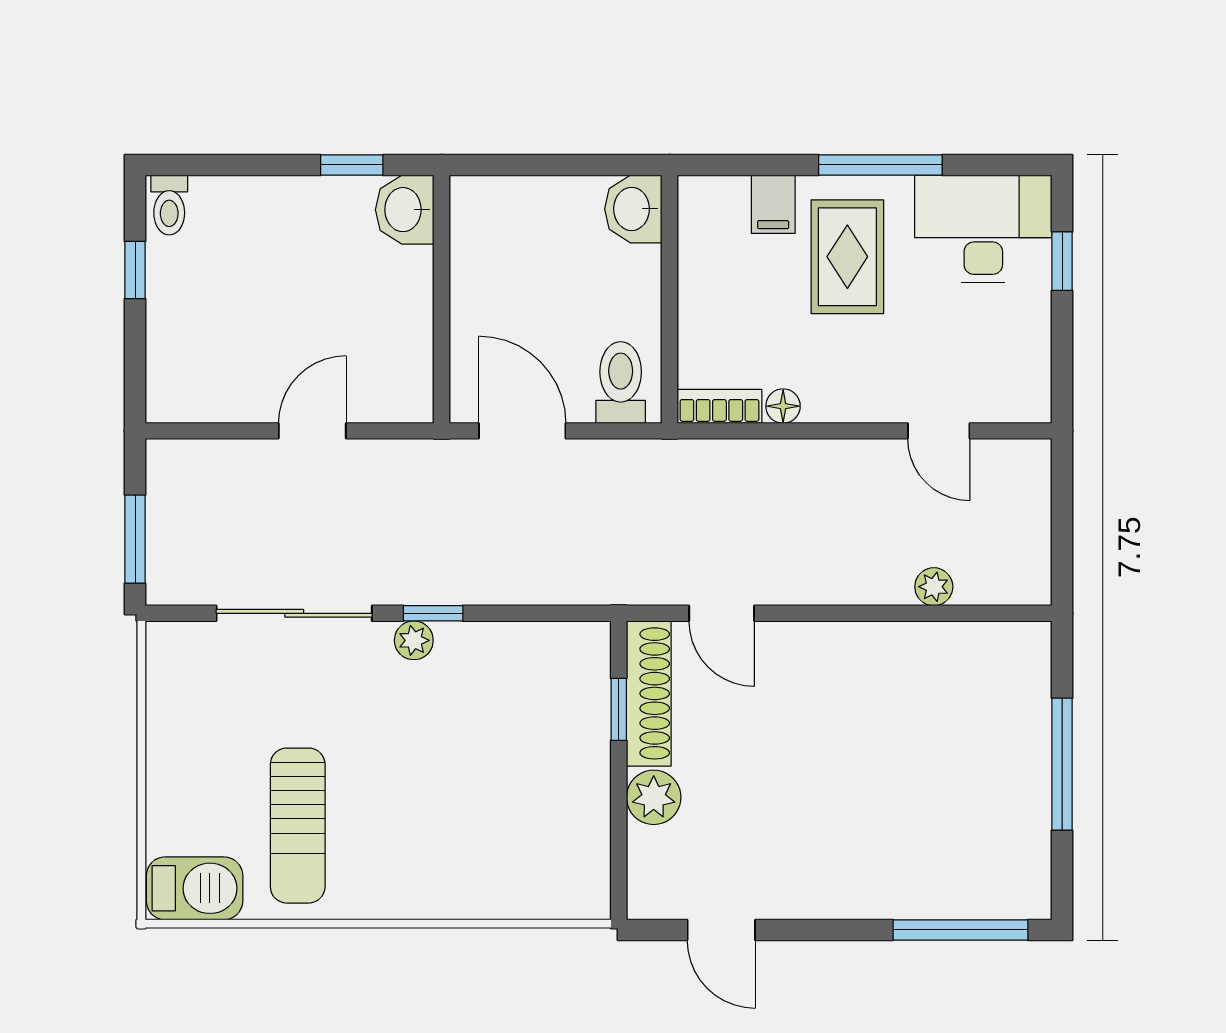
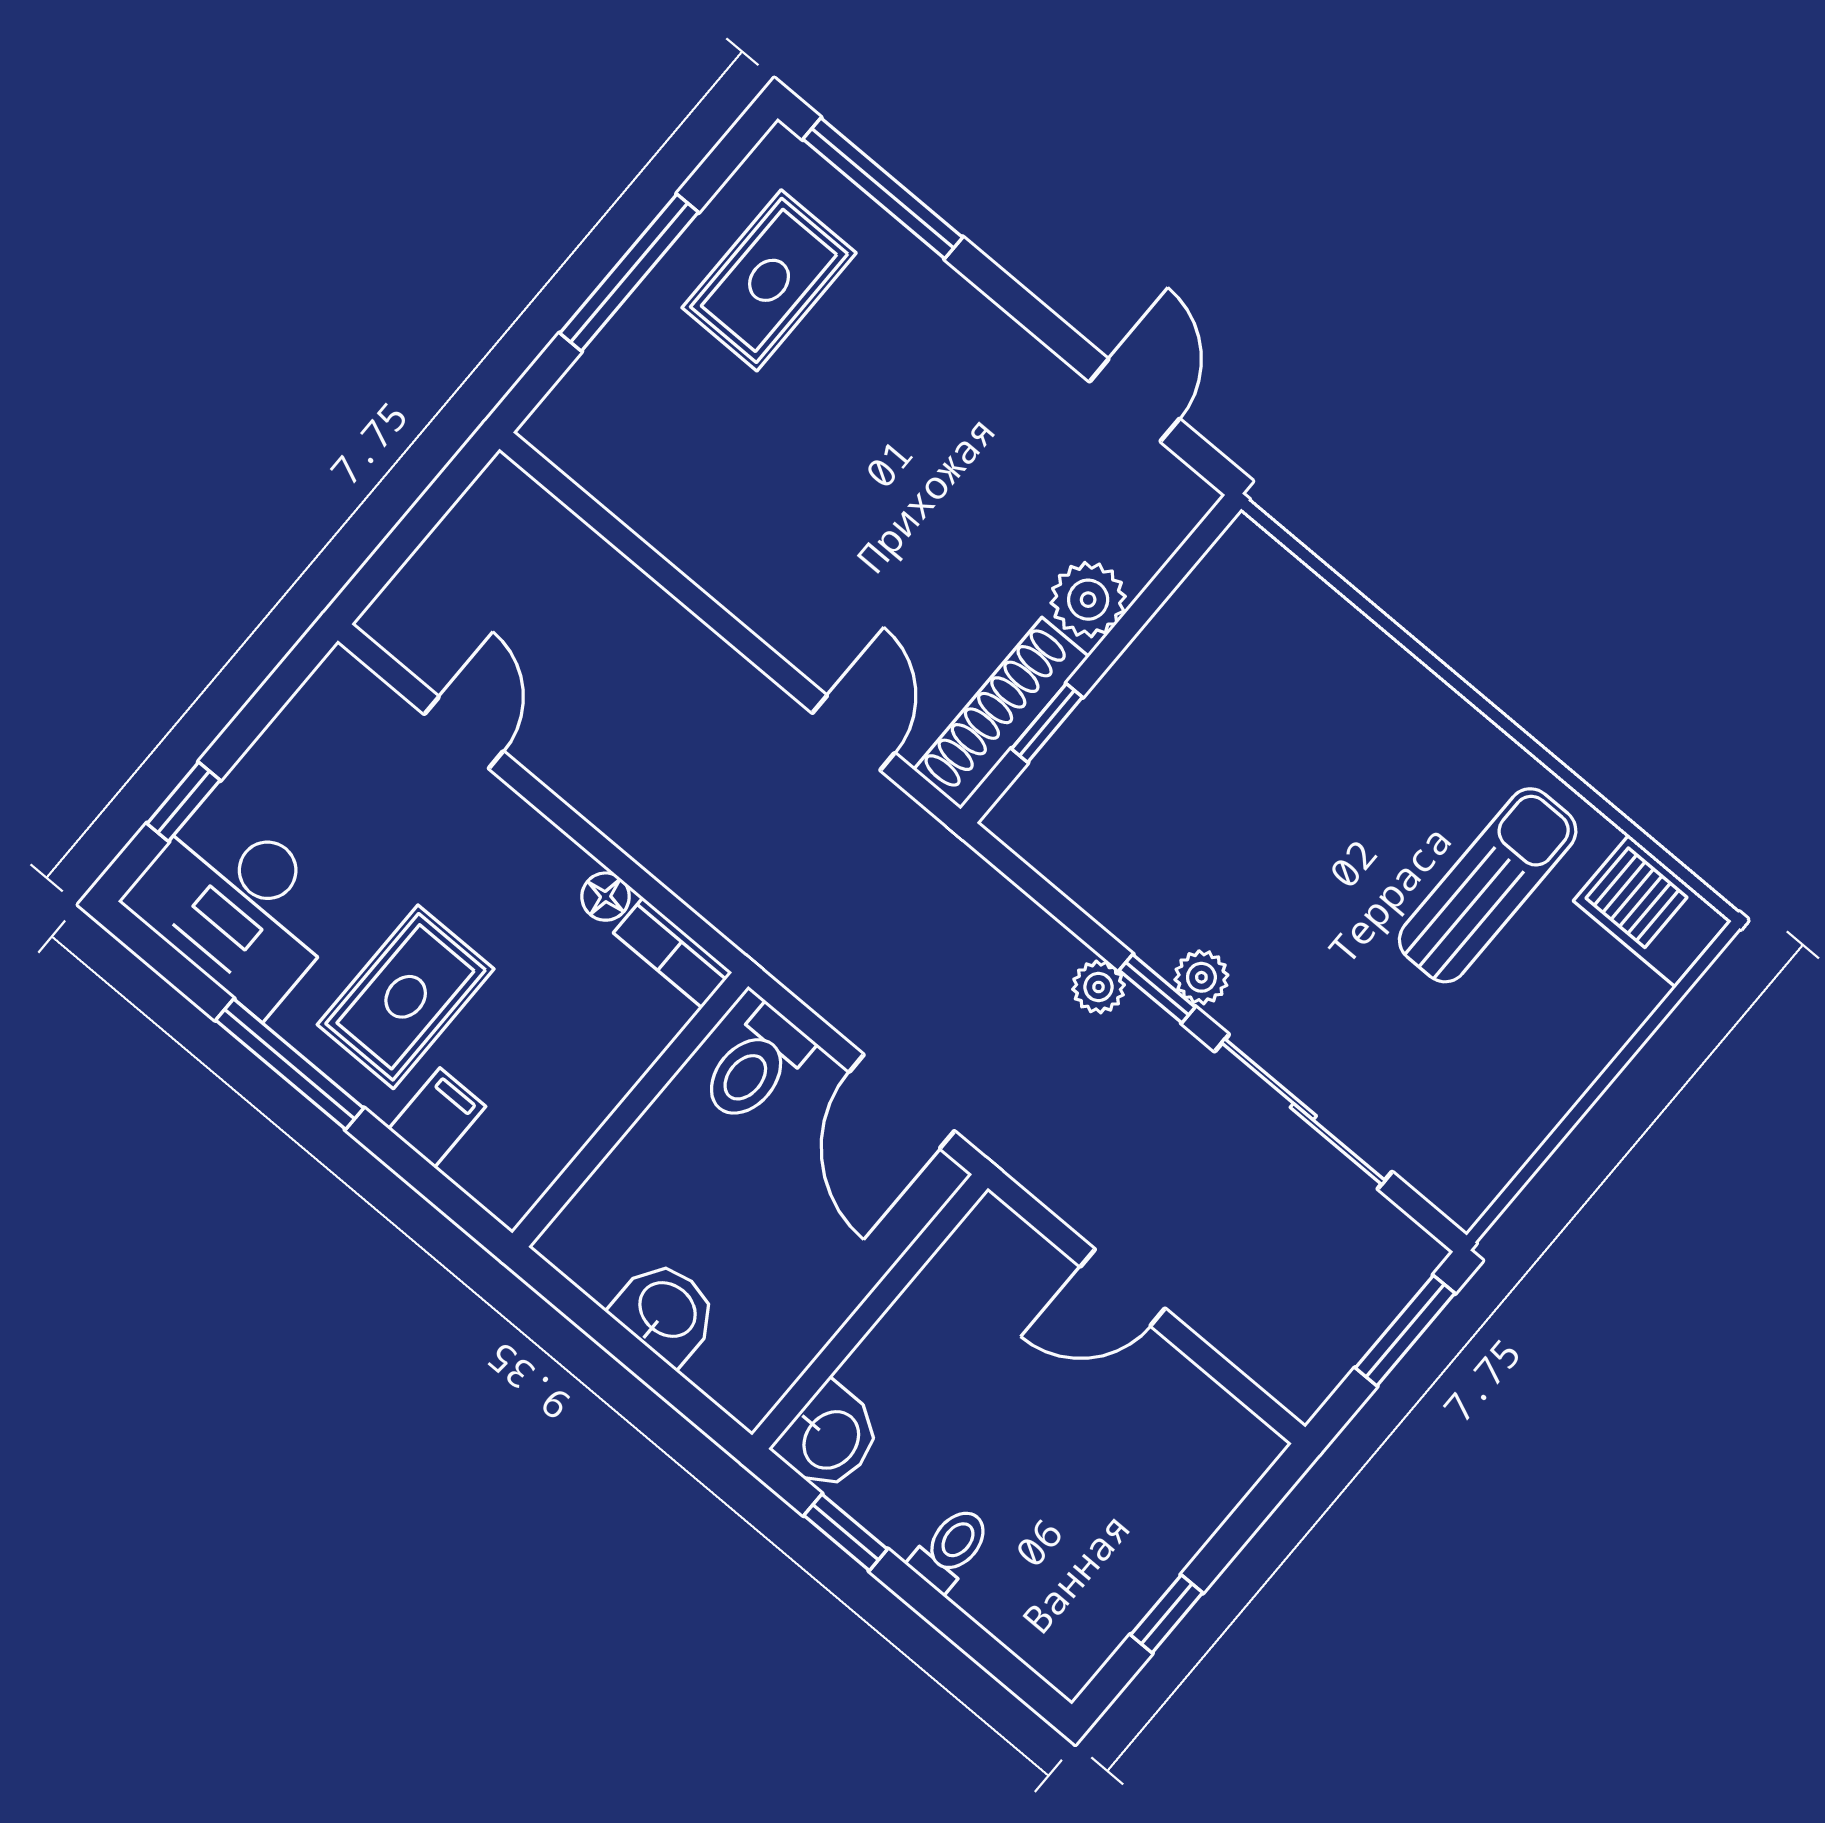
toilet: (169, 205) -> (951, 1549), moved
washbasin: (633, 209) -> (666, 1311), moved, turned -90
plant: (934, 587) -> (1099, 987), moved
rug: (981, 825) -> (769, 280), added

